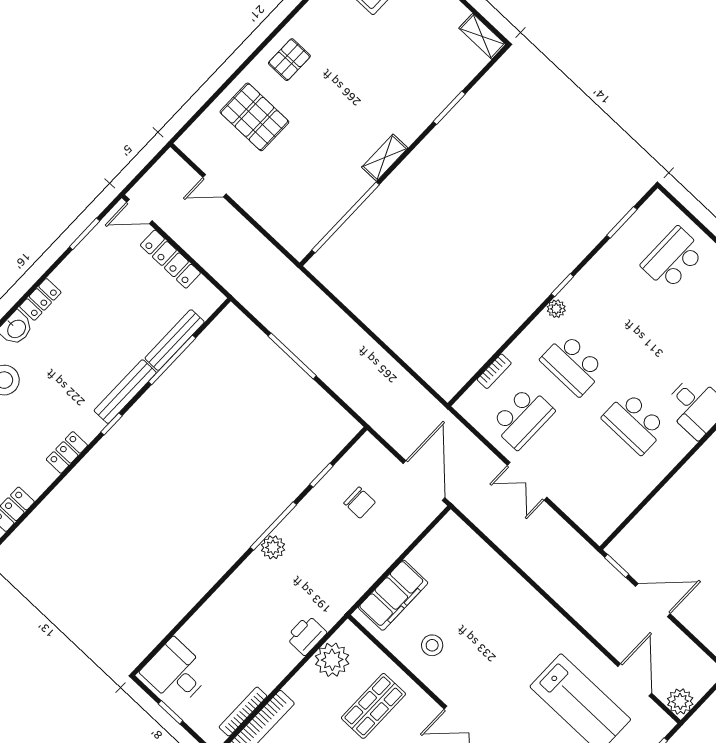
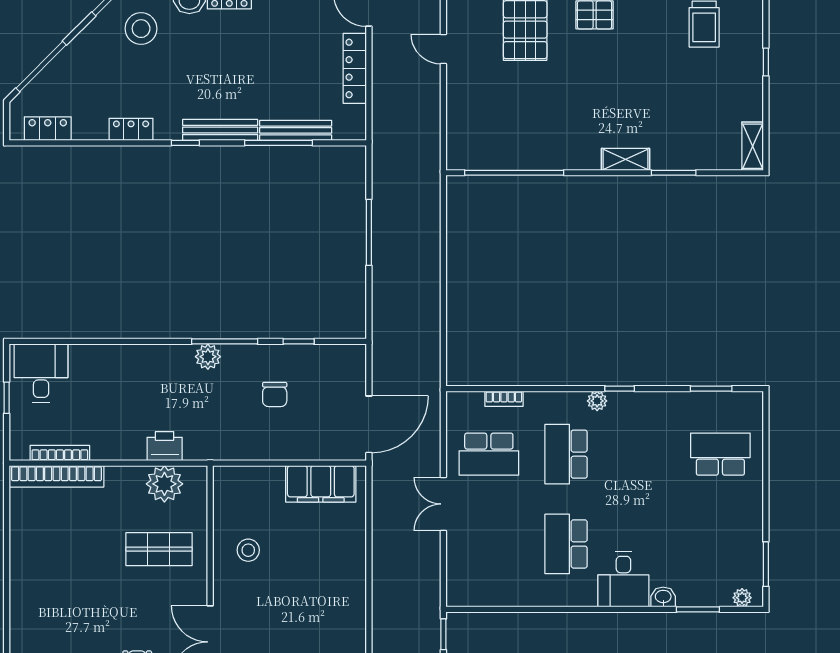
shelving: (385, 158) -> (626, 159), moved
chair: (360, 503) -> (275, 394), moved
filing cabinet: (393, 595) -> (321, 484), moved

